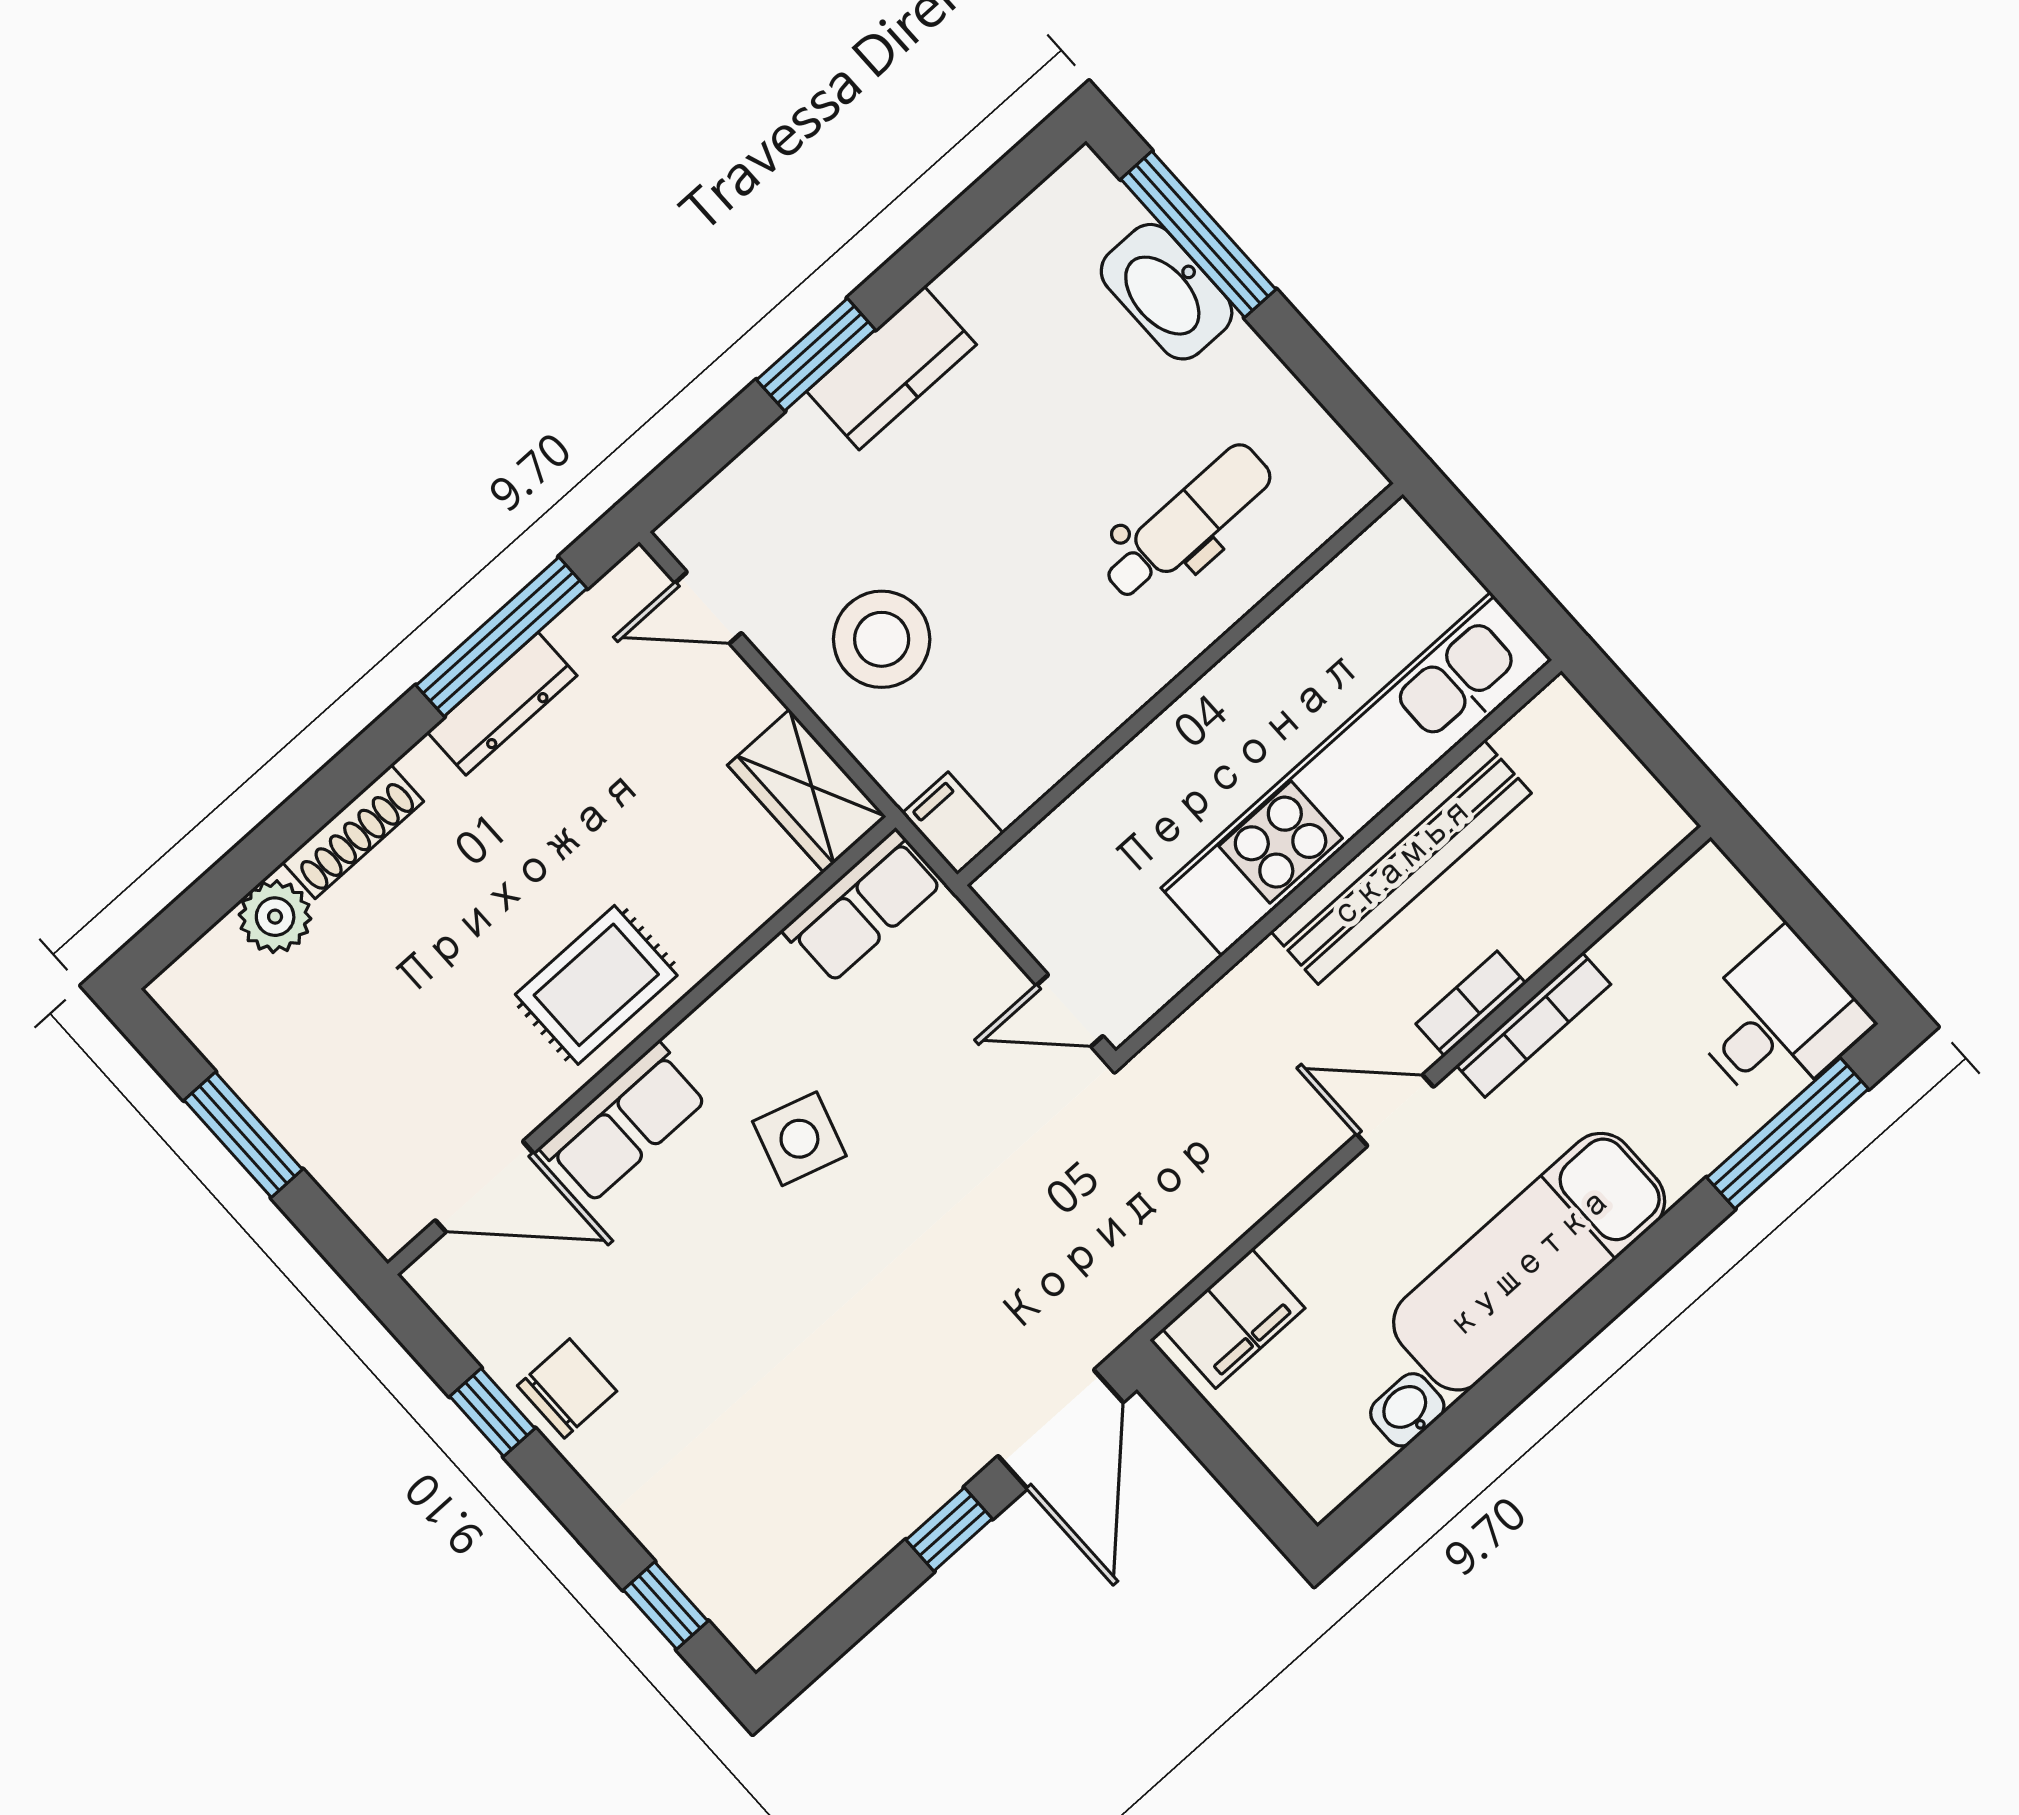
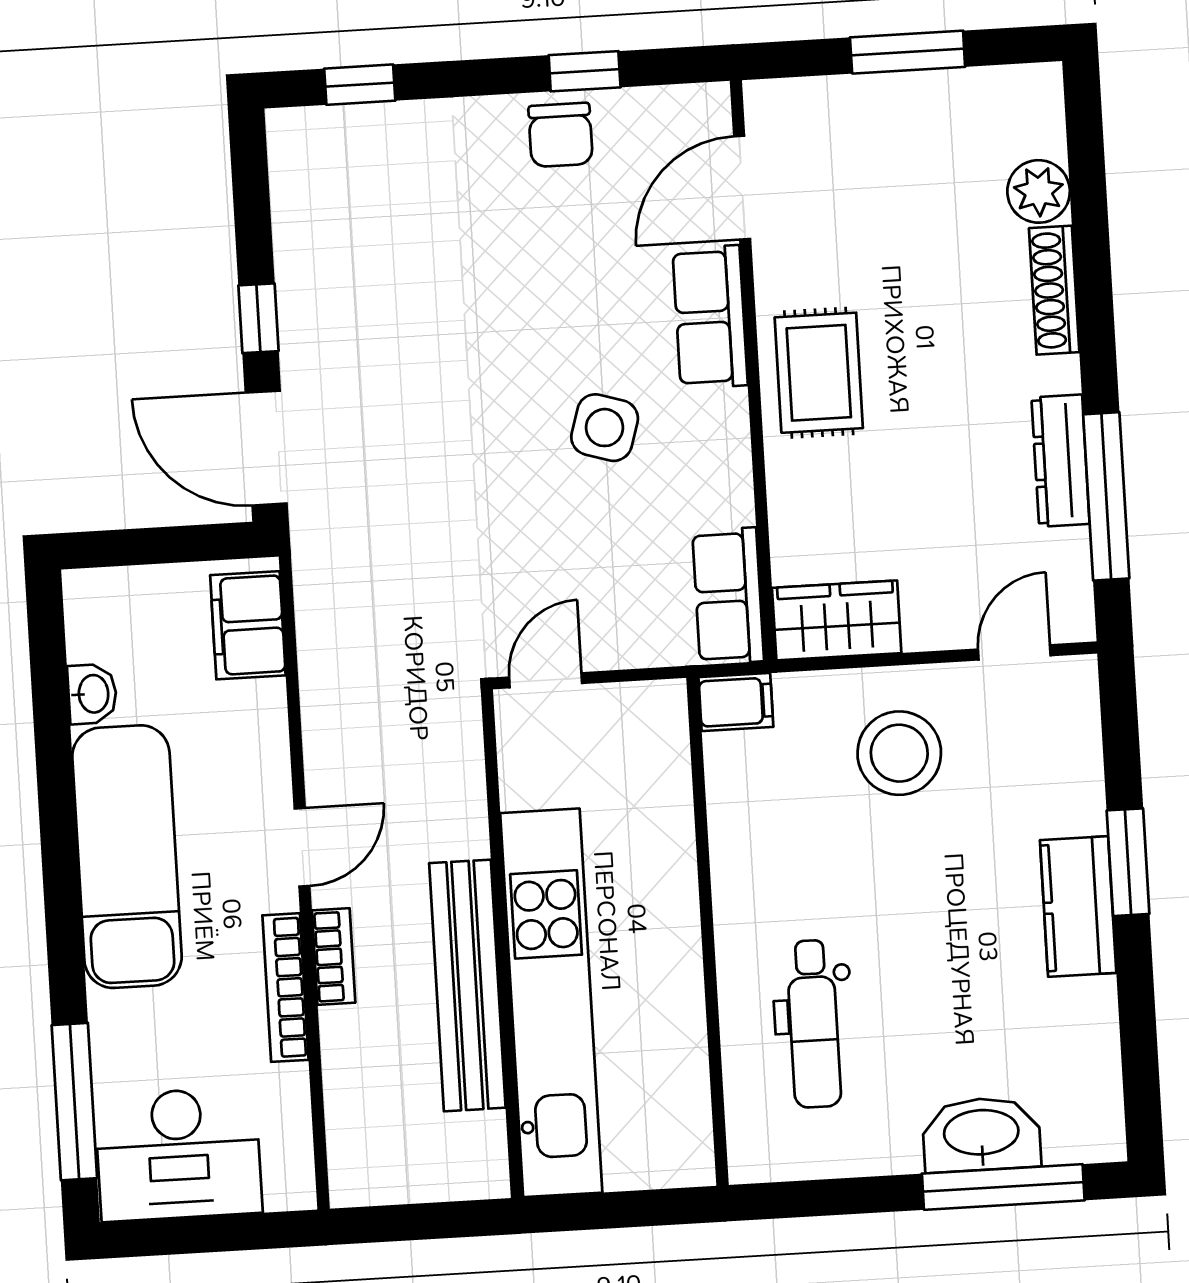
desk: (1777, 1021) -> (178, 1154), width x1.37

